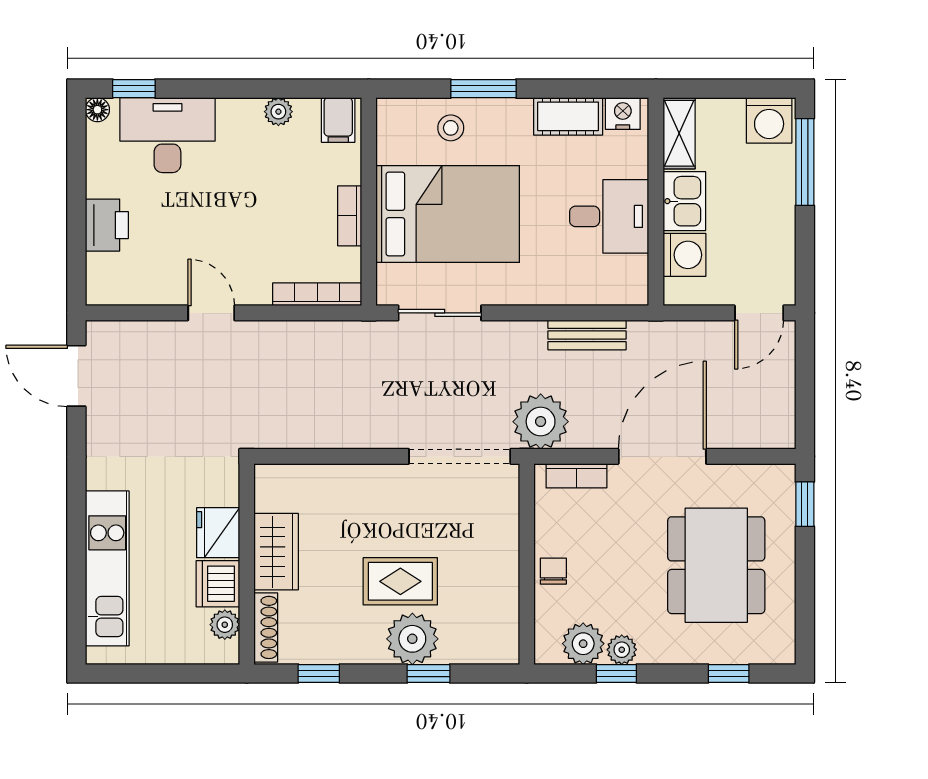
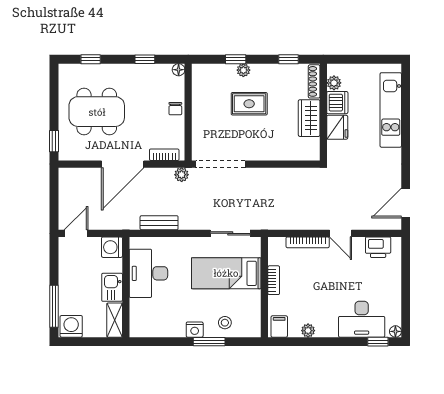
nightstand: (623, 114) -> (195, 330), moved
cot: (568, 116) -> (168, 328), removed
bed: (448, 214) -> (226, 273), width x0.67
desk: (609, 216) -> (148, 273), width x1.37
printer: (107, 225) -> (378, 247), moved, turned -90
washing machine: (684, 255) -> (112, 247), moved
bookcase: (317, 294) -> (308, 242), moved
door: (76, 376) -> (406, 203), swing flipped
plant: (541, 422) -> (182, 175), width x0.53, depth x0.53
dining table: (716, 565) -> (97, 112), turned 90
plant: (412, 639) -> (243, 70), width x0.53, depth x0.53
plant: (583, 644) -> (161, 74), removed
plant: (622, 650) -> (142, 71), removed
floor lamp: (547, 652) -> (179, 70), added

